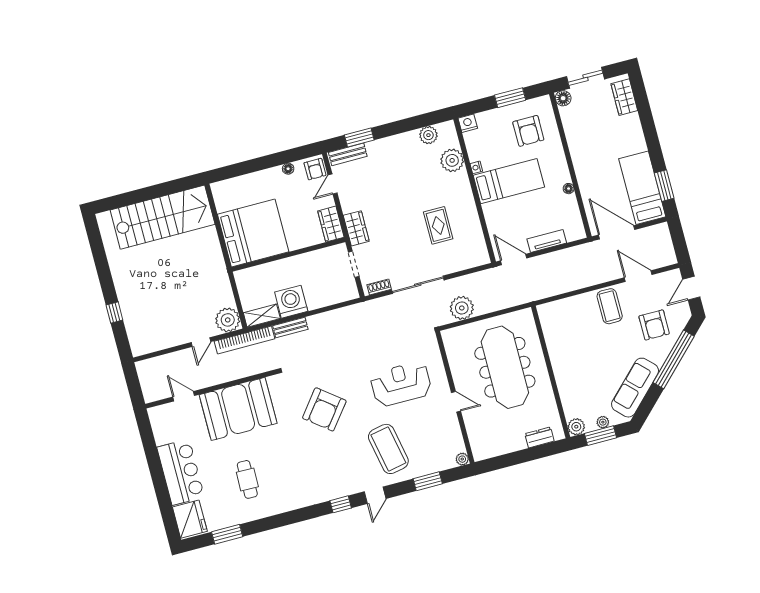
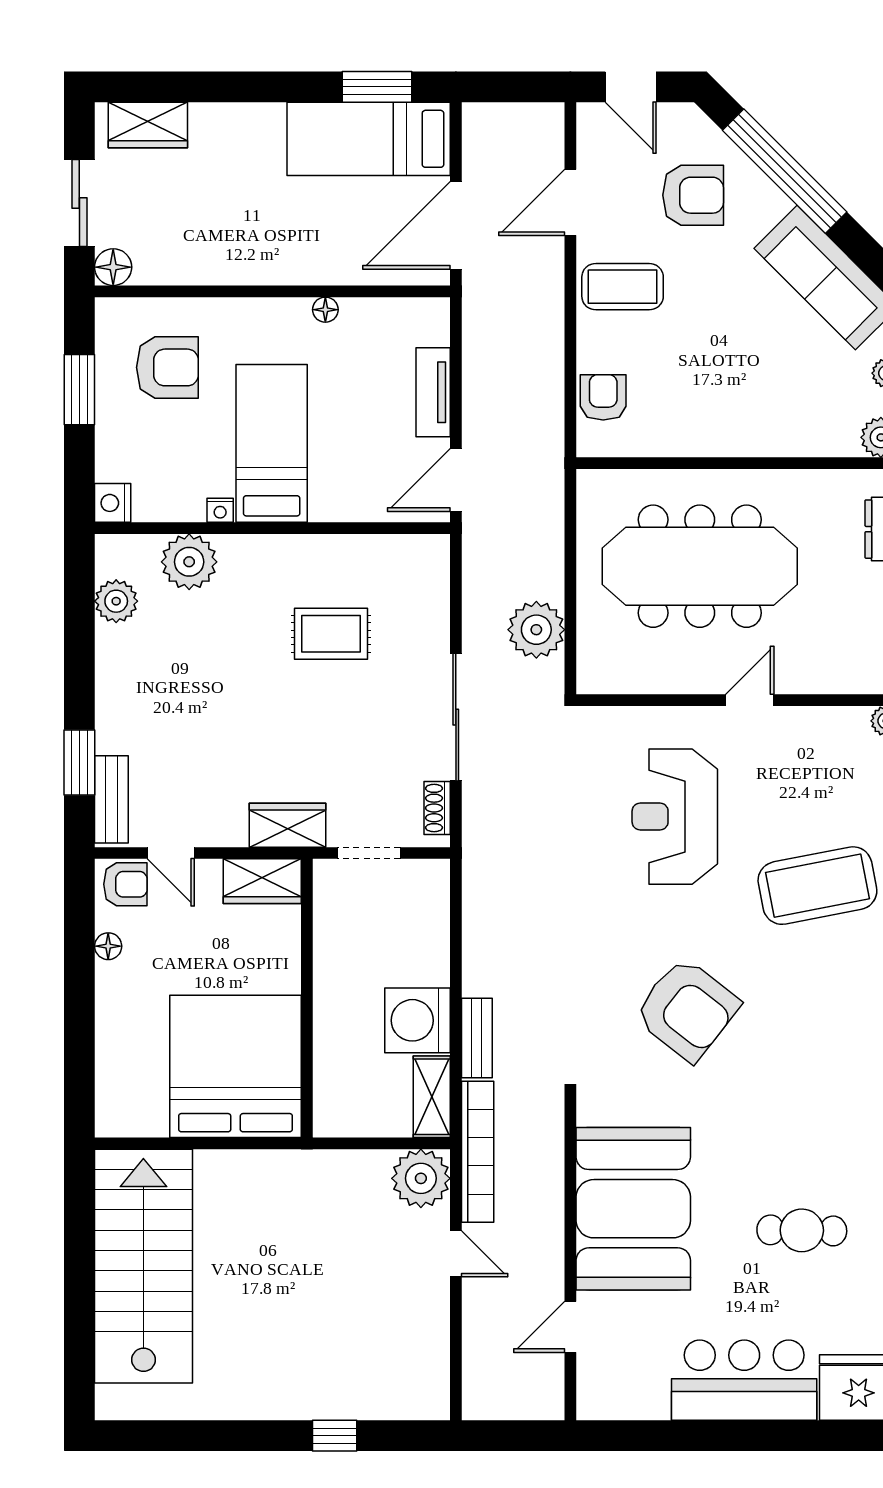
armchair: (563, 310) -> (603, 397), added

